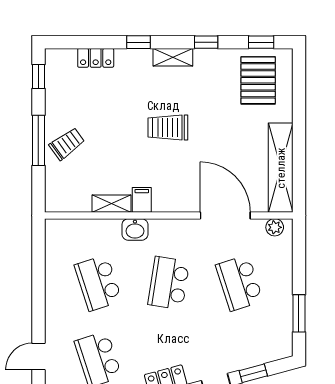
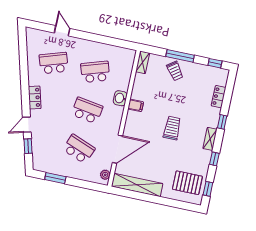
shelving: (111, 204) -> (143, 62), moved
school desk: (239, 283) -> (79, 149), turned 39

